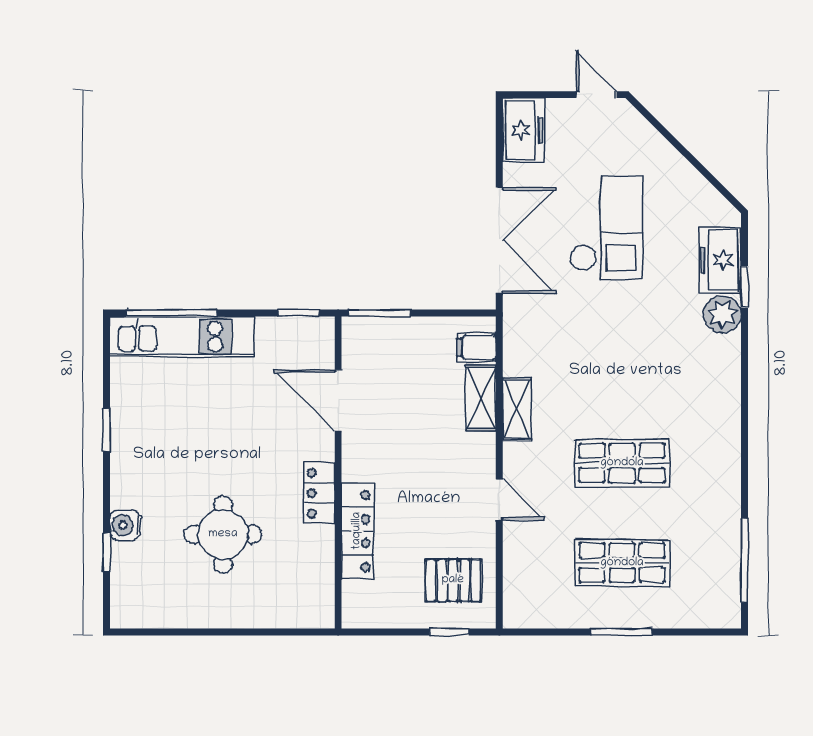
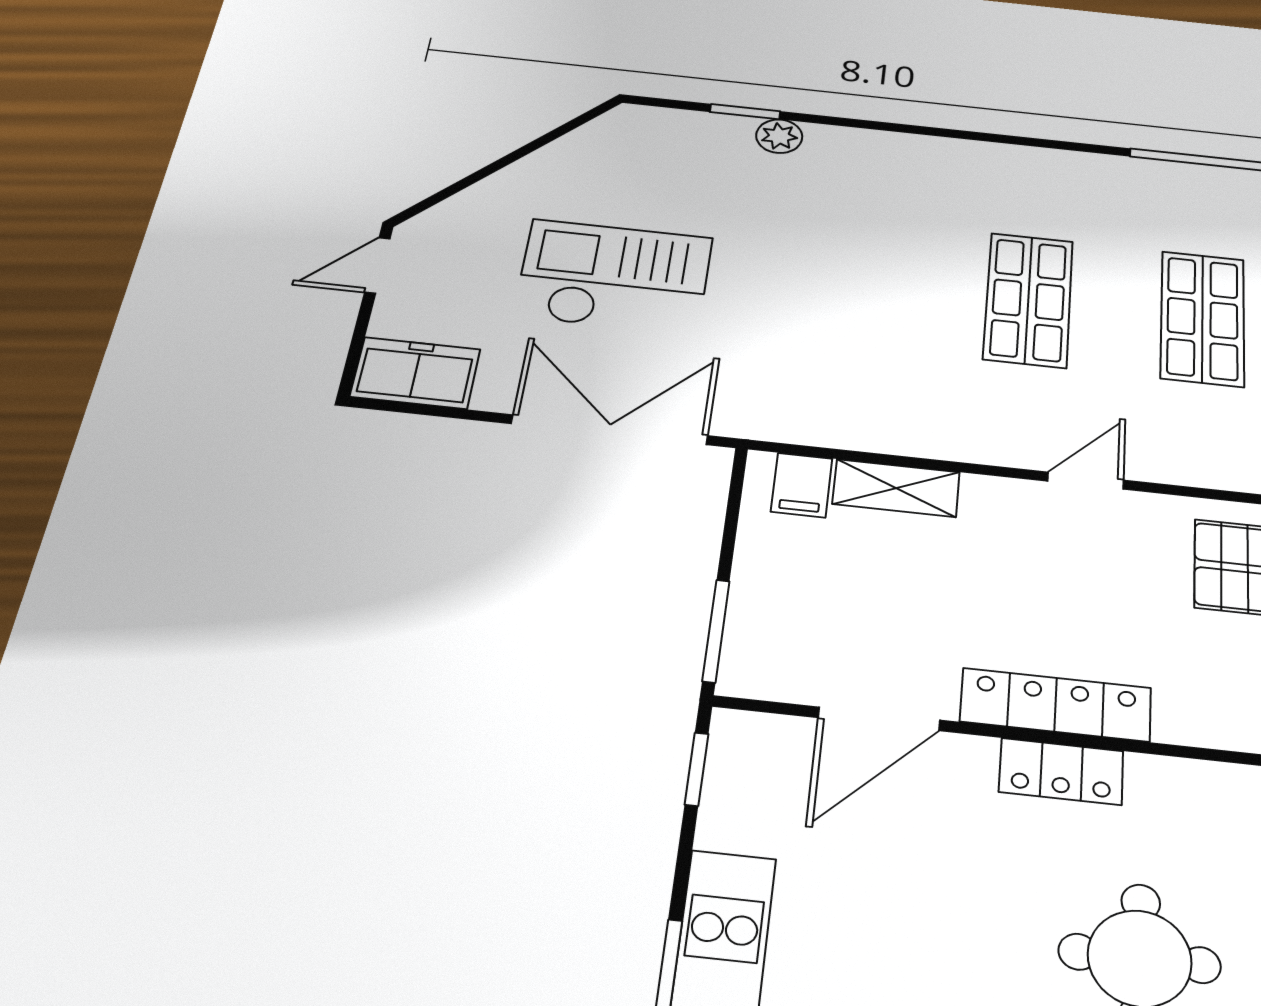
freezer: (720, 260) -> (696, 137), removed
plant: (722, 314) -> (779, 136), width x0.73, depth x0.73
shelving: (517, 409) -> (921, 437), removed
locker: (357, 531) -> (1056, 705), moved

